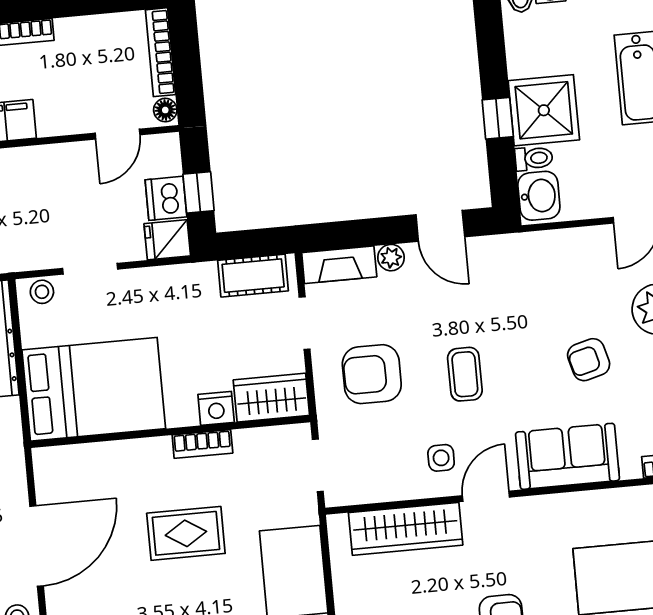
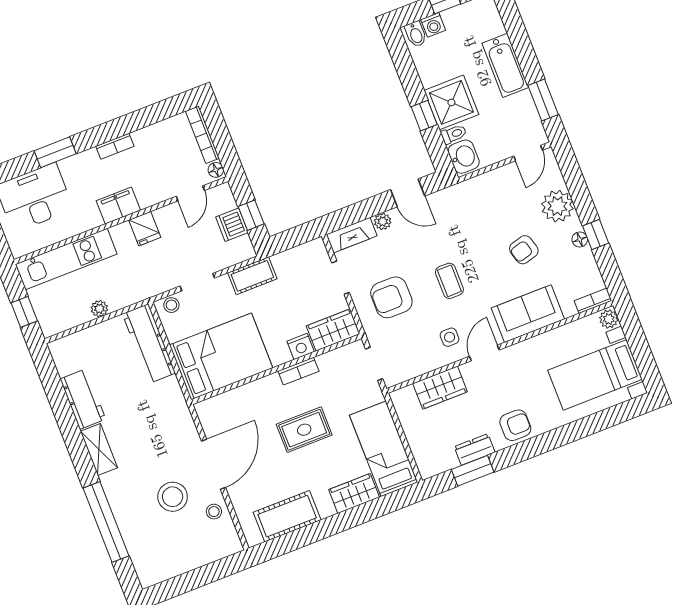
fridge: (167, 240) -> (145, 229), moved, turned -90
cot: (253, 276) -> (252, 276), moved
wardrobe: (406, 529) -> (440, 388), width x0.67

